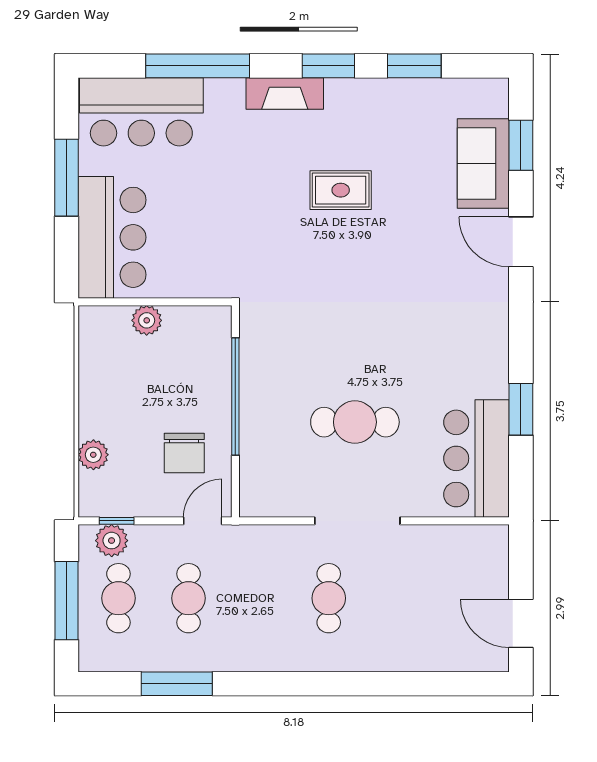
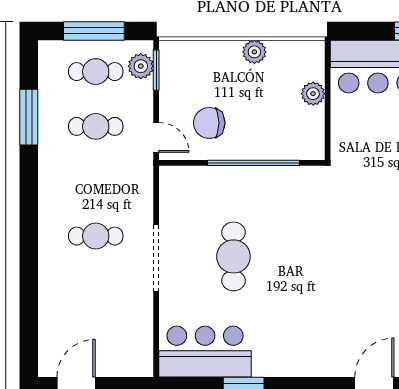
plant: (93, 455) -> (254, 52), moved
window: (117, 521) -> (156, 70), width x1.50

